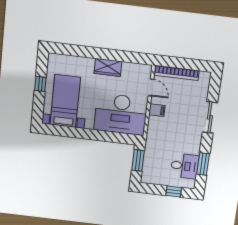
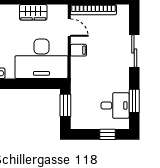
wardrobe: (108, 67) -> (33, 12), moved

